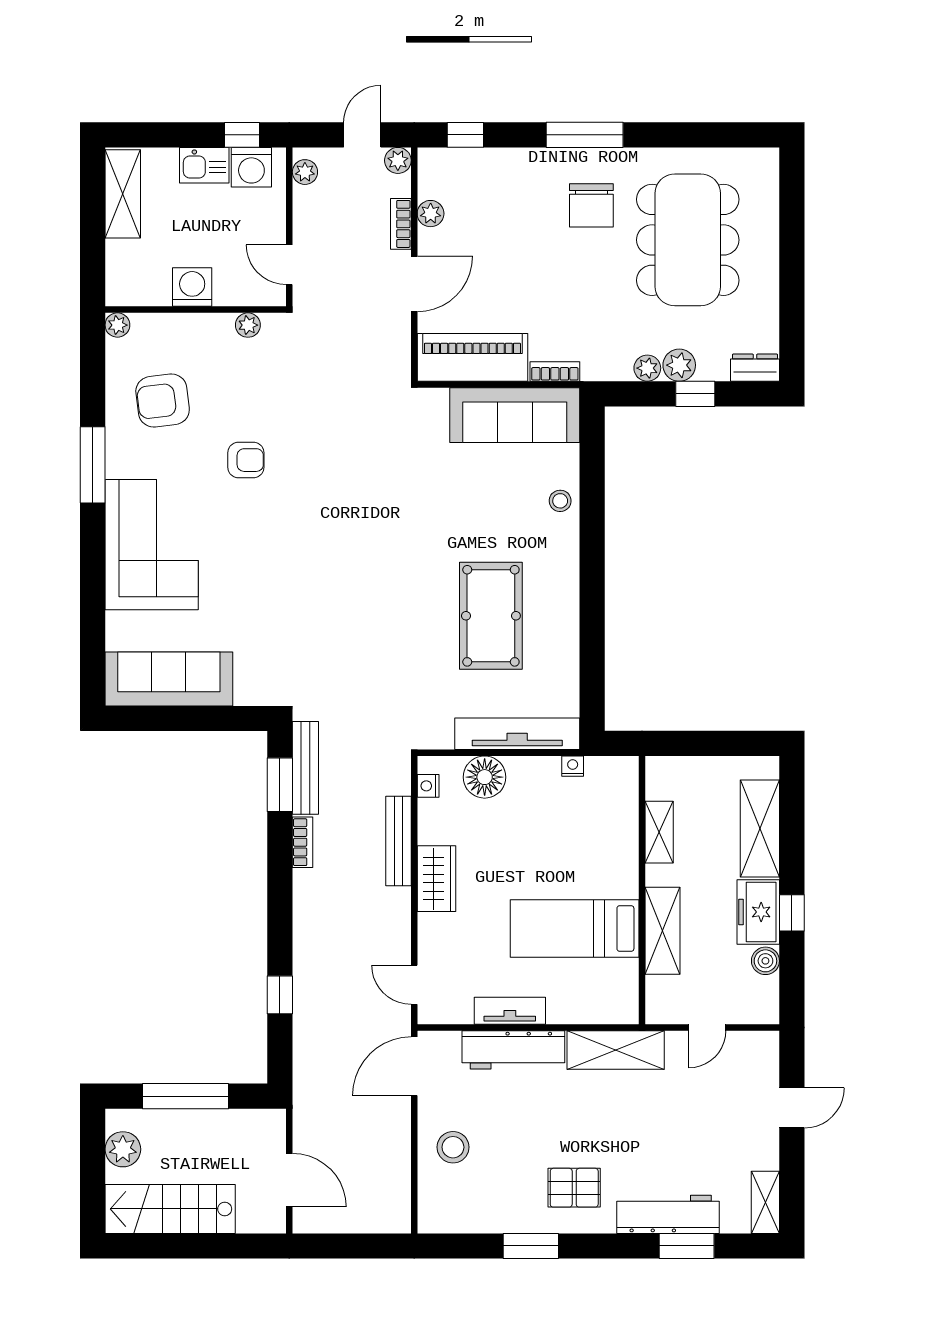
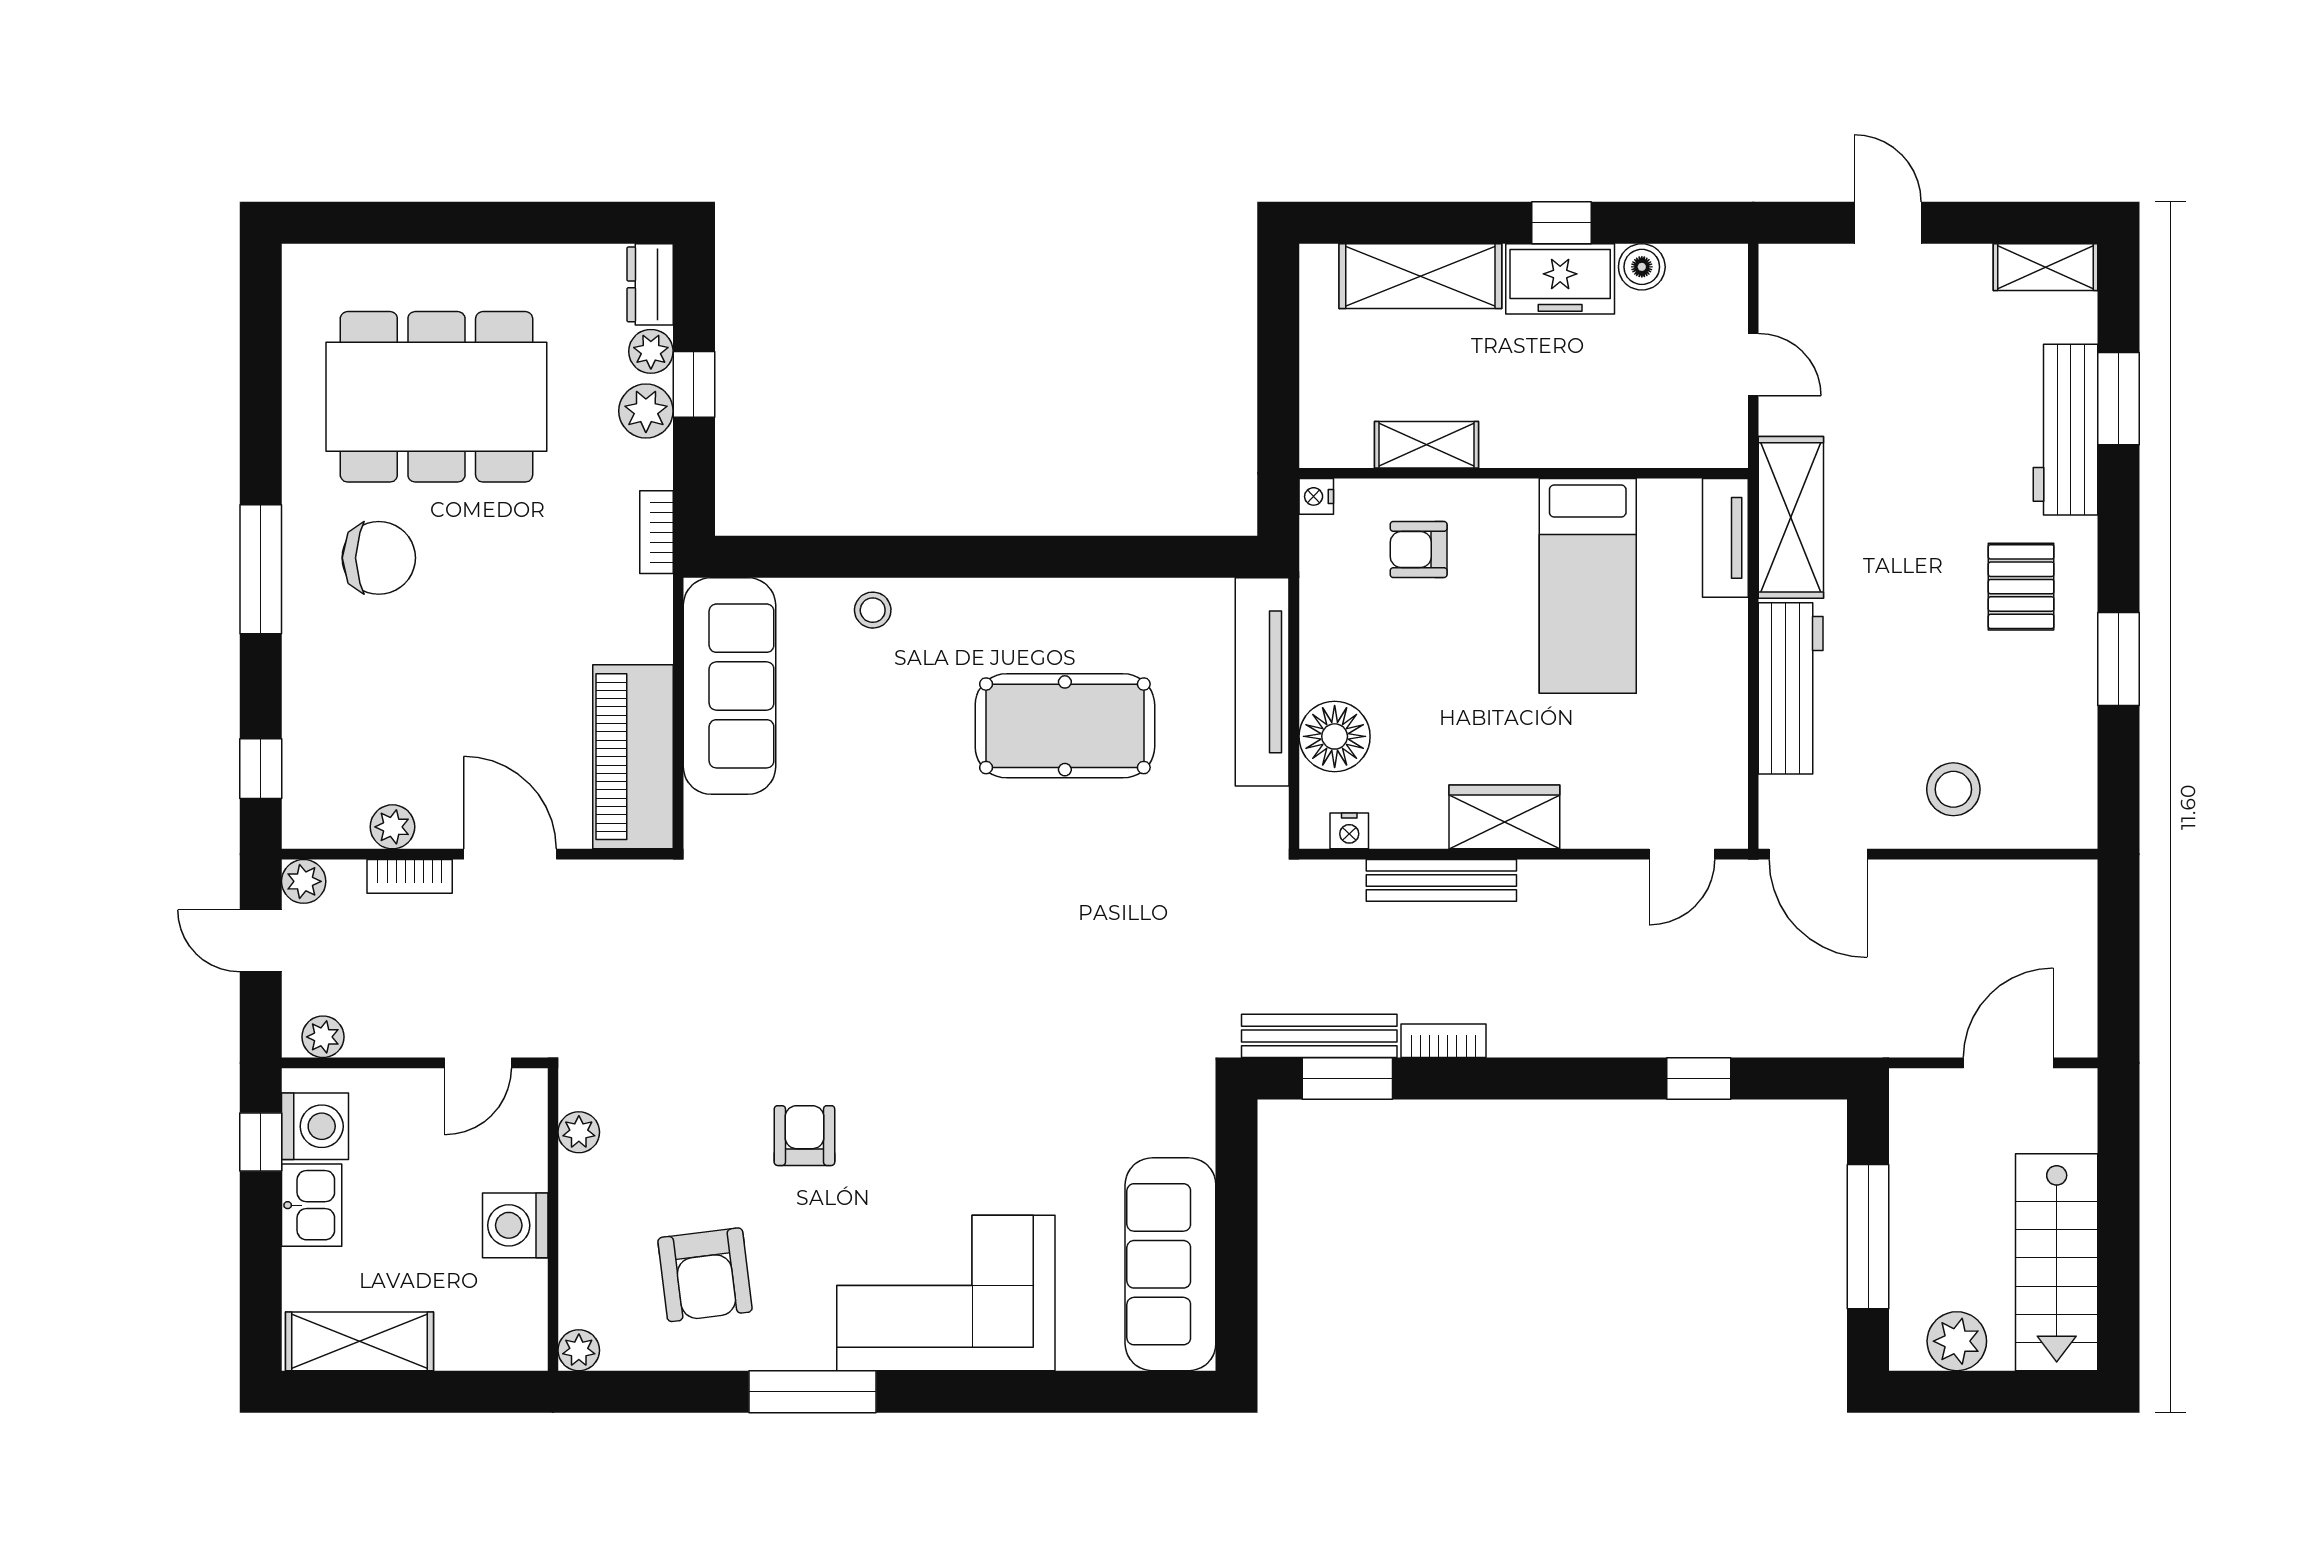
plant: (647, 368) -> (651, 351), moved
bookcase: (555, 371) -> (656, 532), moved
nightstand: (573, 766) -> (1316, 496), moved
armchair: (596, 827) -> (1419, 549), added
shelving: (663, 931) -> (1592, 439), removed
tv unit: (510, 1011) -> (1725, 538), moved

